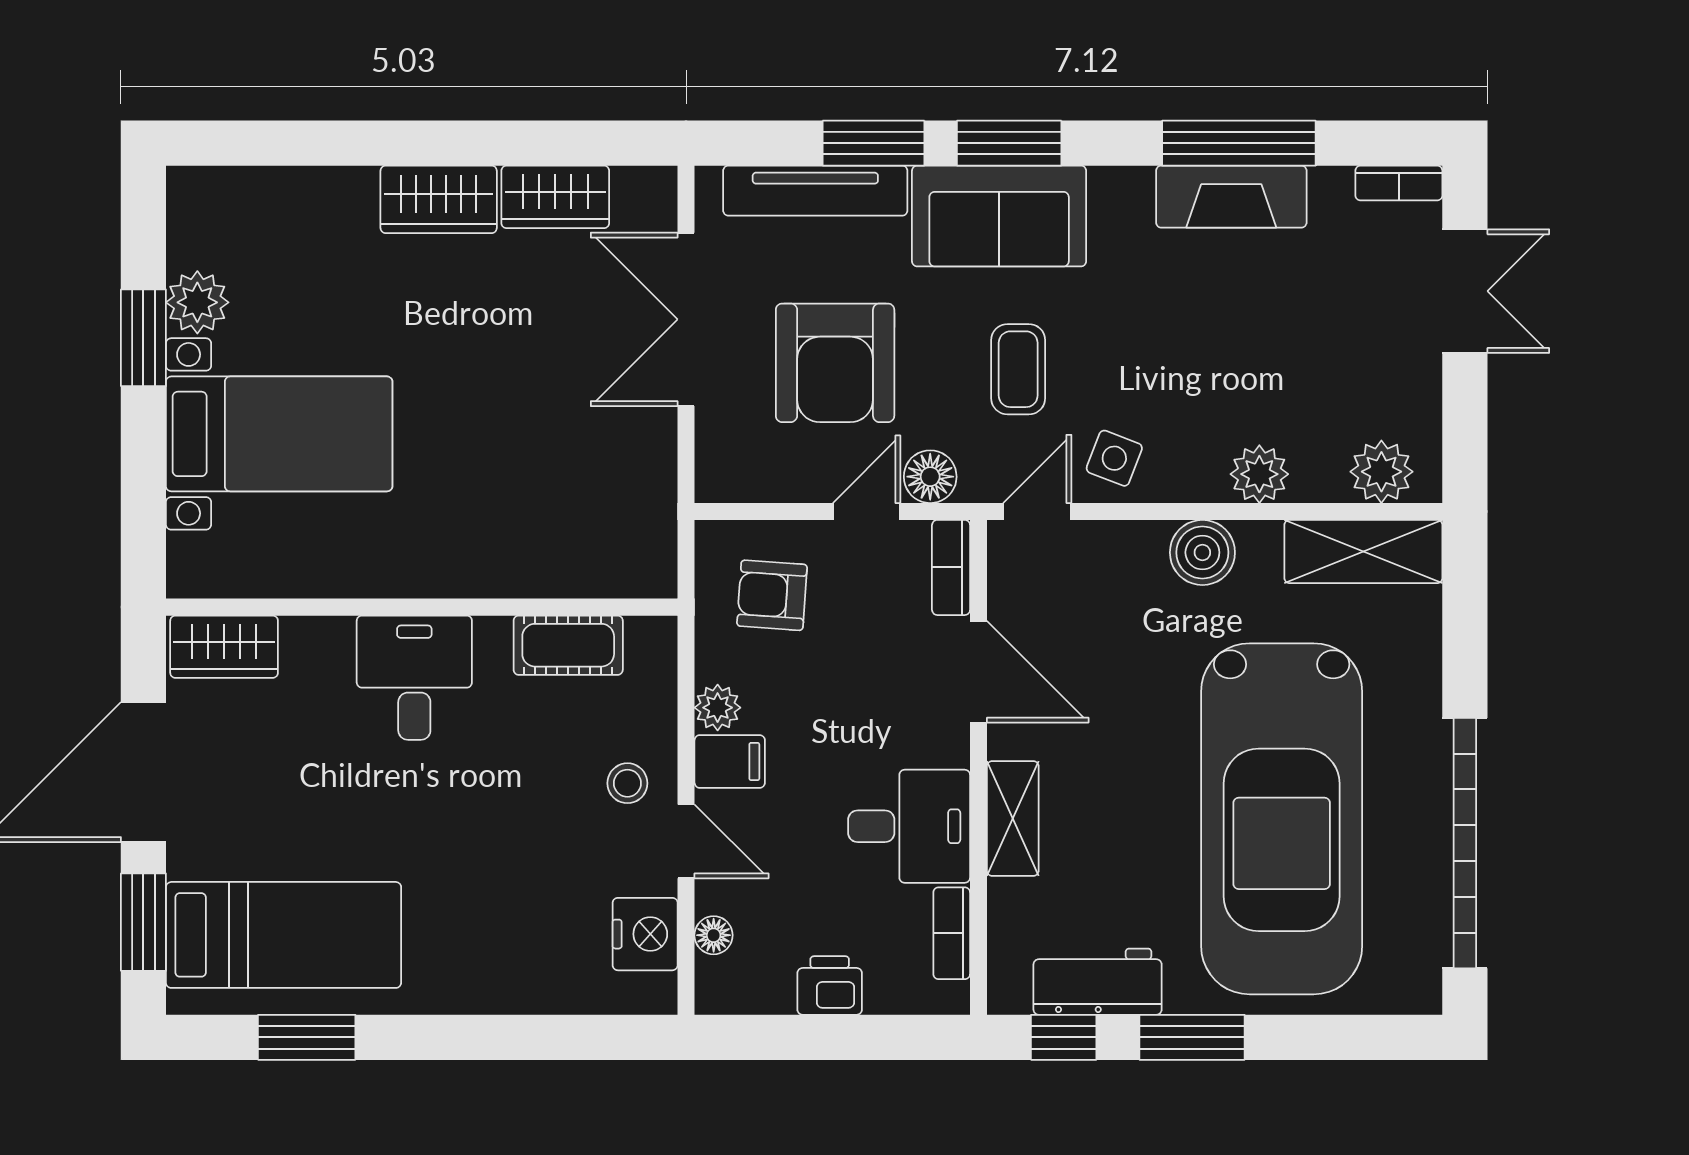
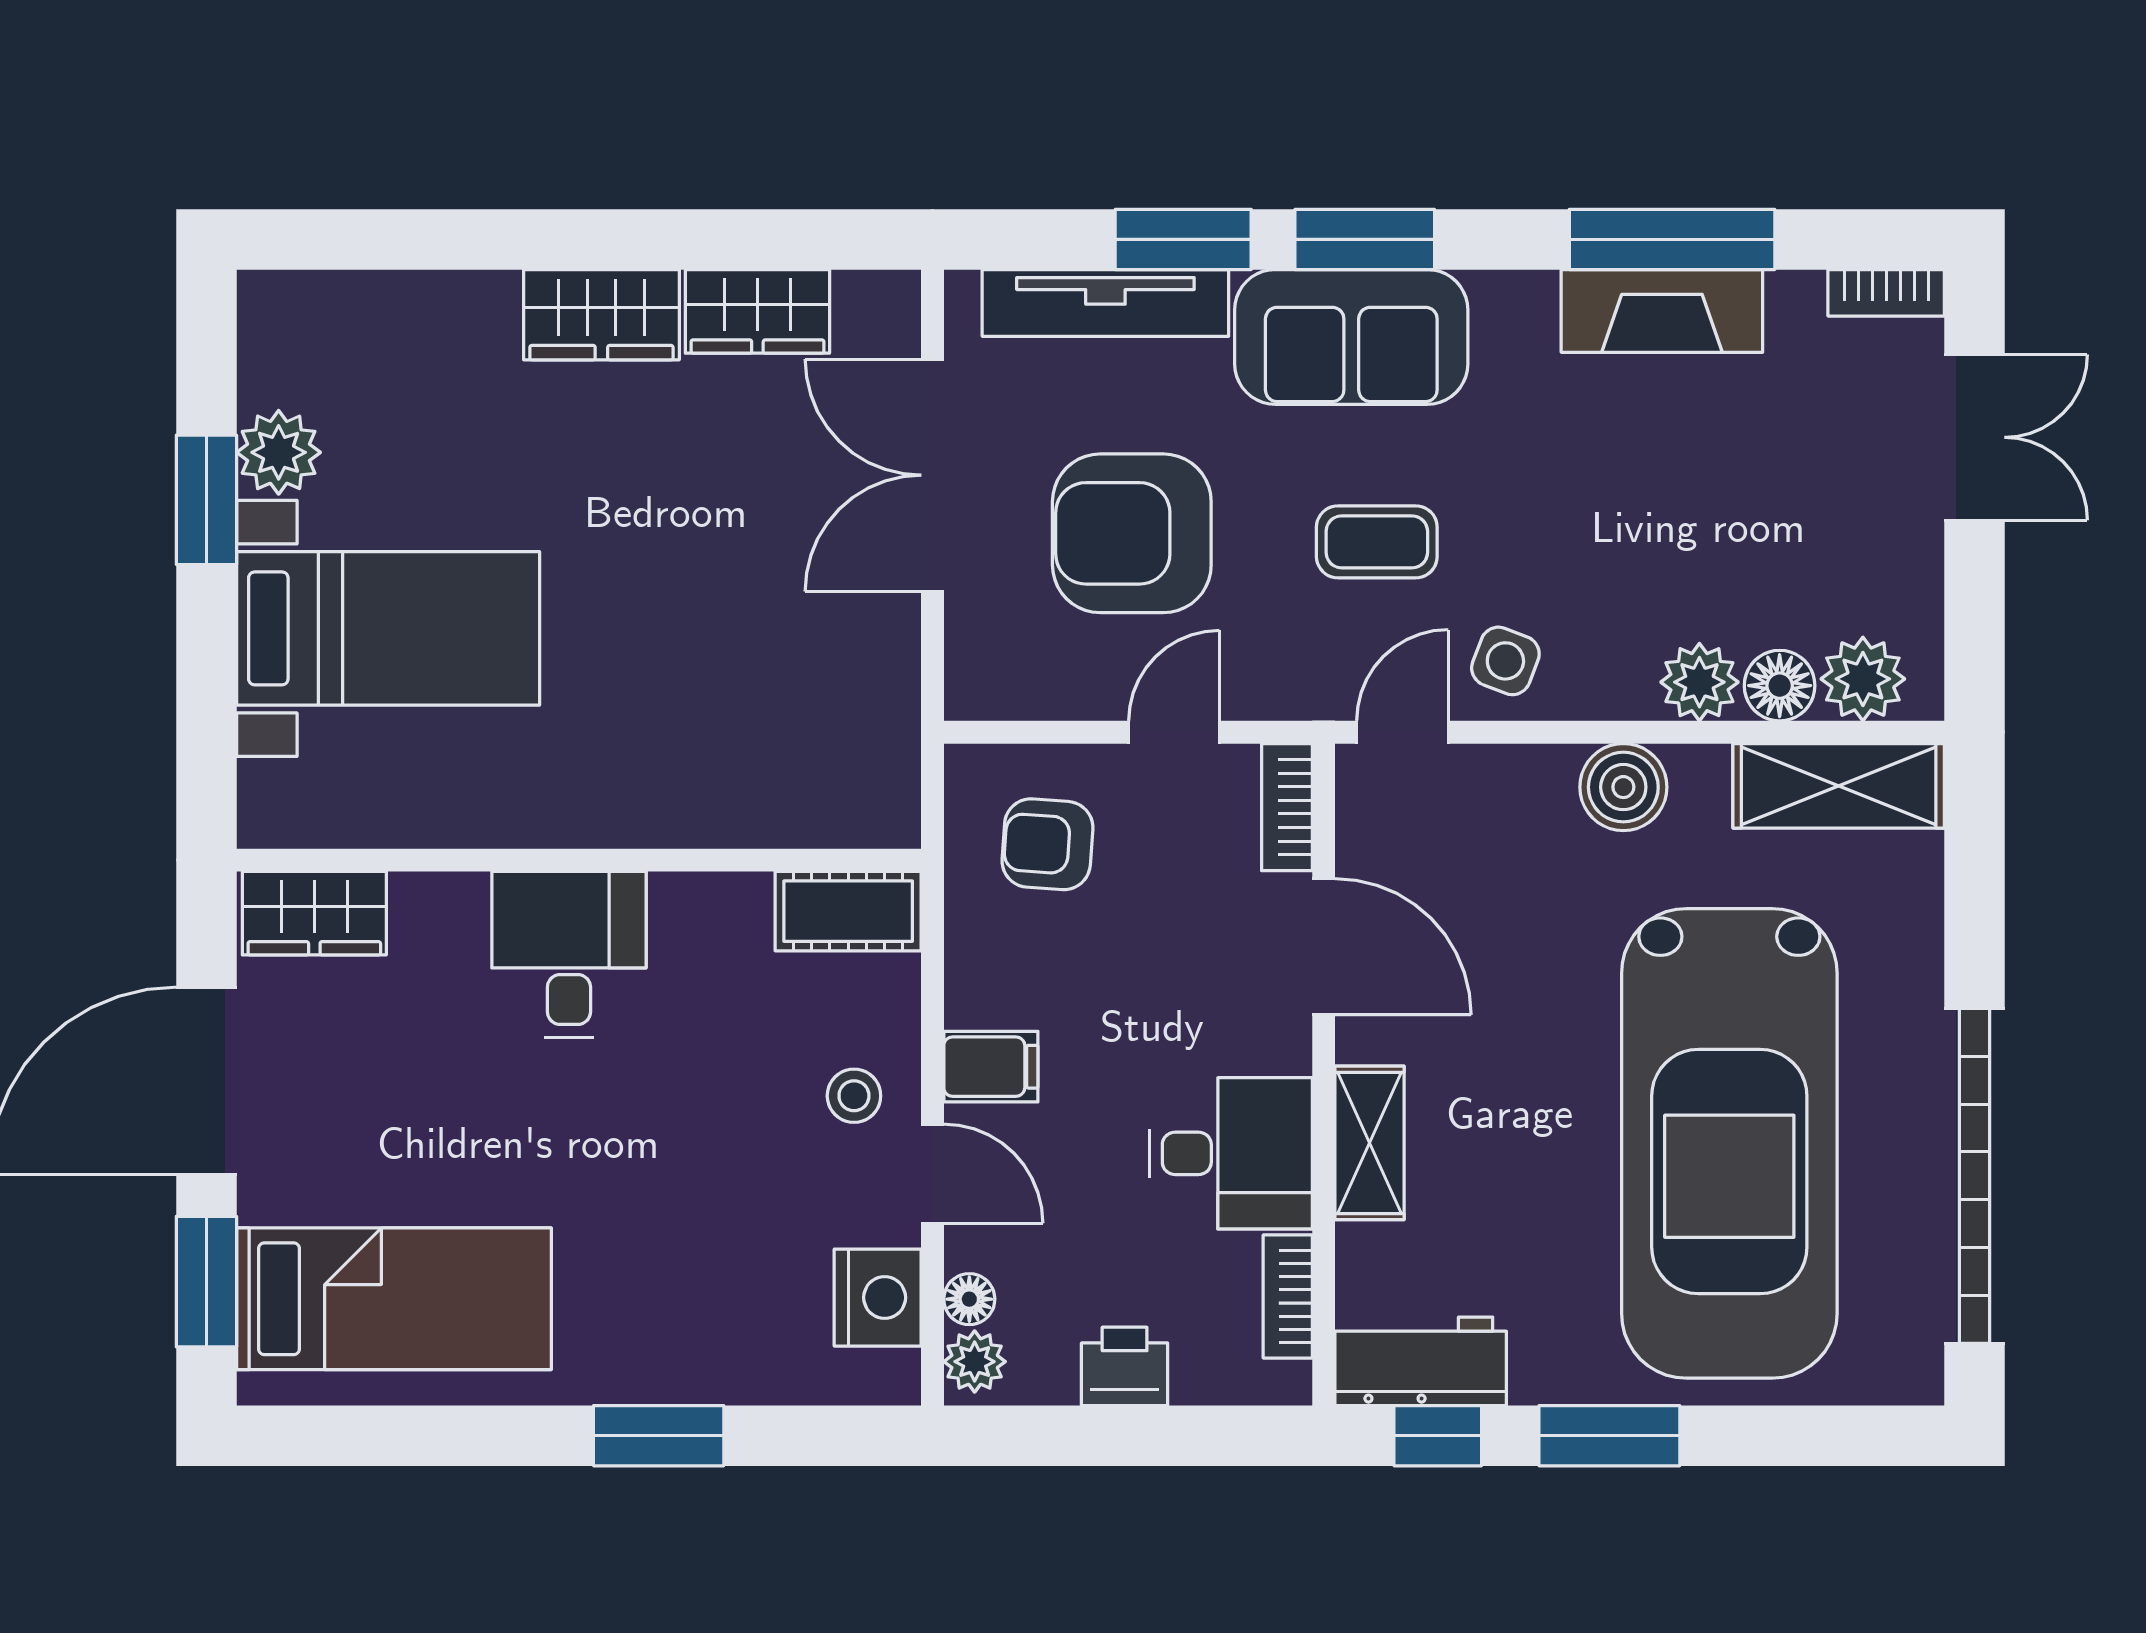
armchair: (835, 363) -> (1132, 533), turned 90
coffee table: (1018, 369) -> (1377, 542), turned 90
floor lamp: (930, 477) -> (1780, 686), moved
cot: (568, 645) -> (848, 911), moved
plant: (718, 708) -> (975, 1362), moved
workbench: (1098, 982) -> (1421, 1361), moved
window: (307, 1037) -> (659, 1436), moved

